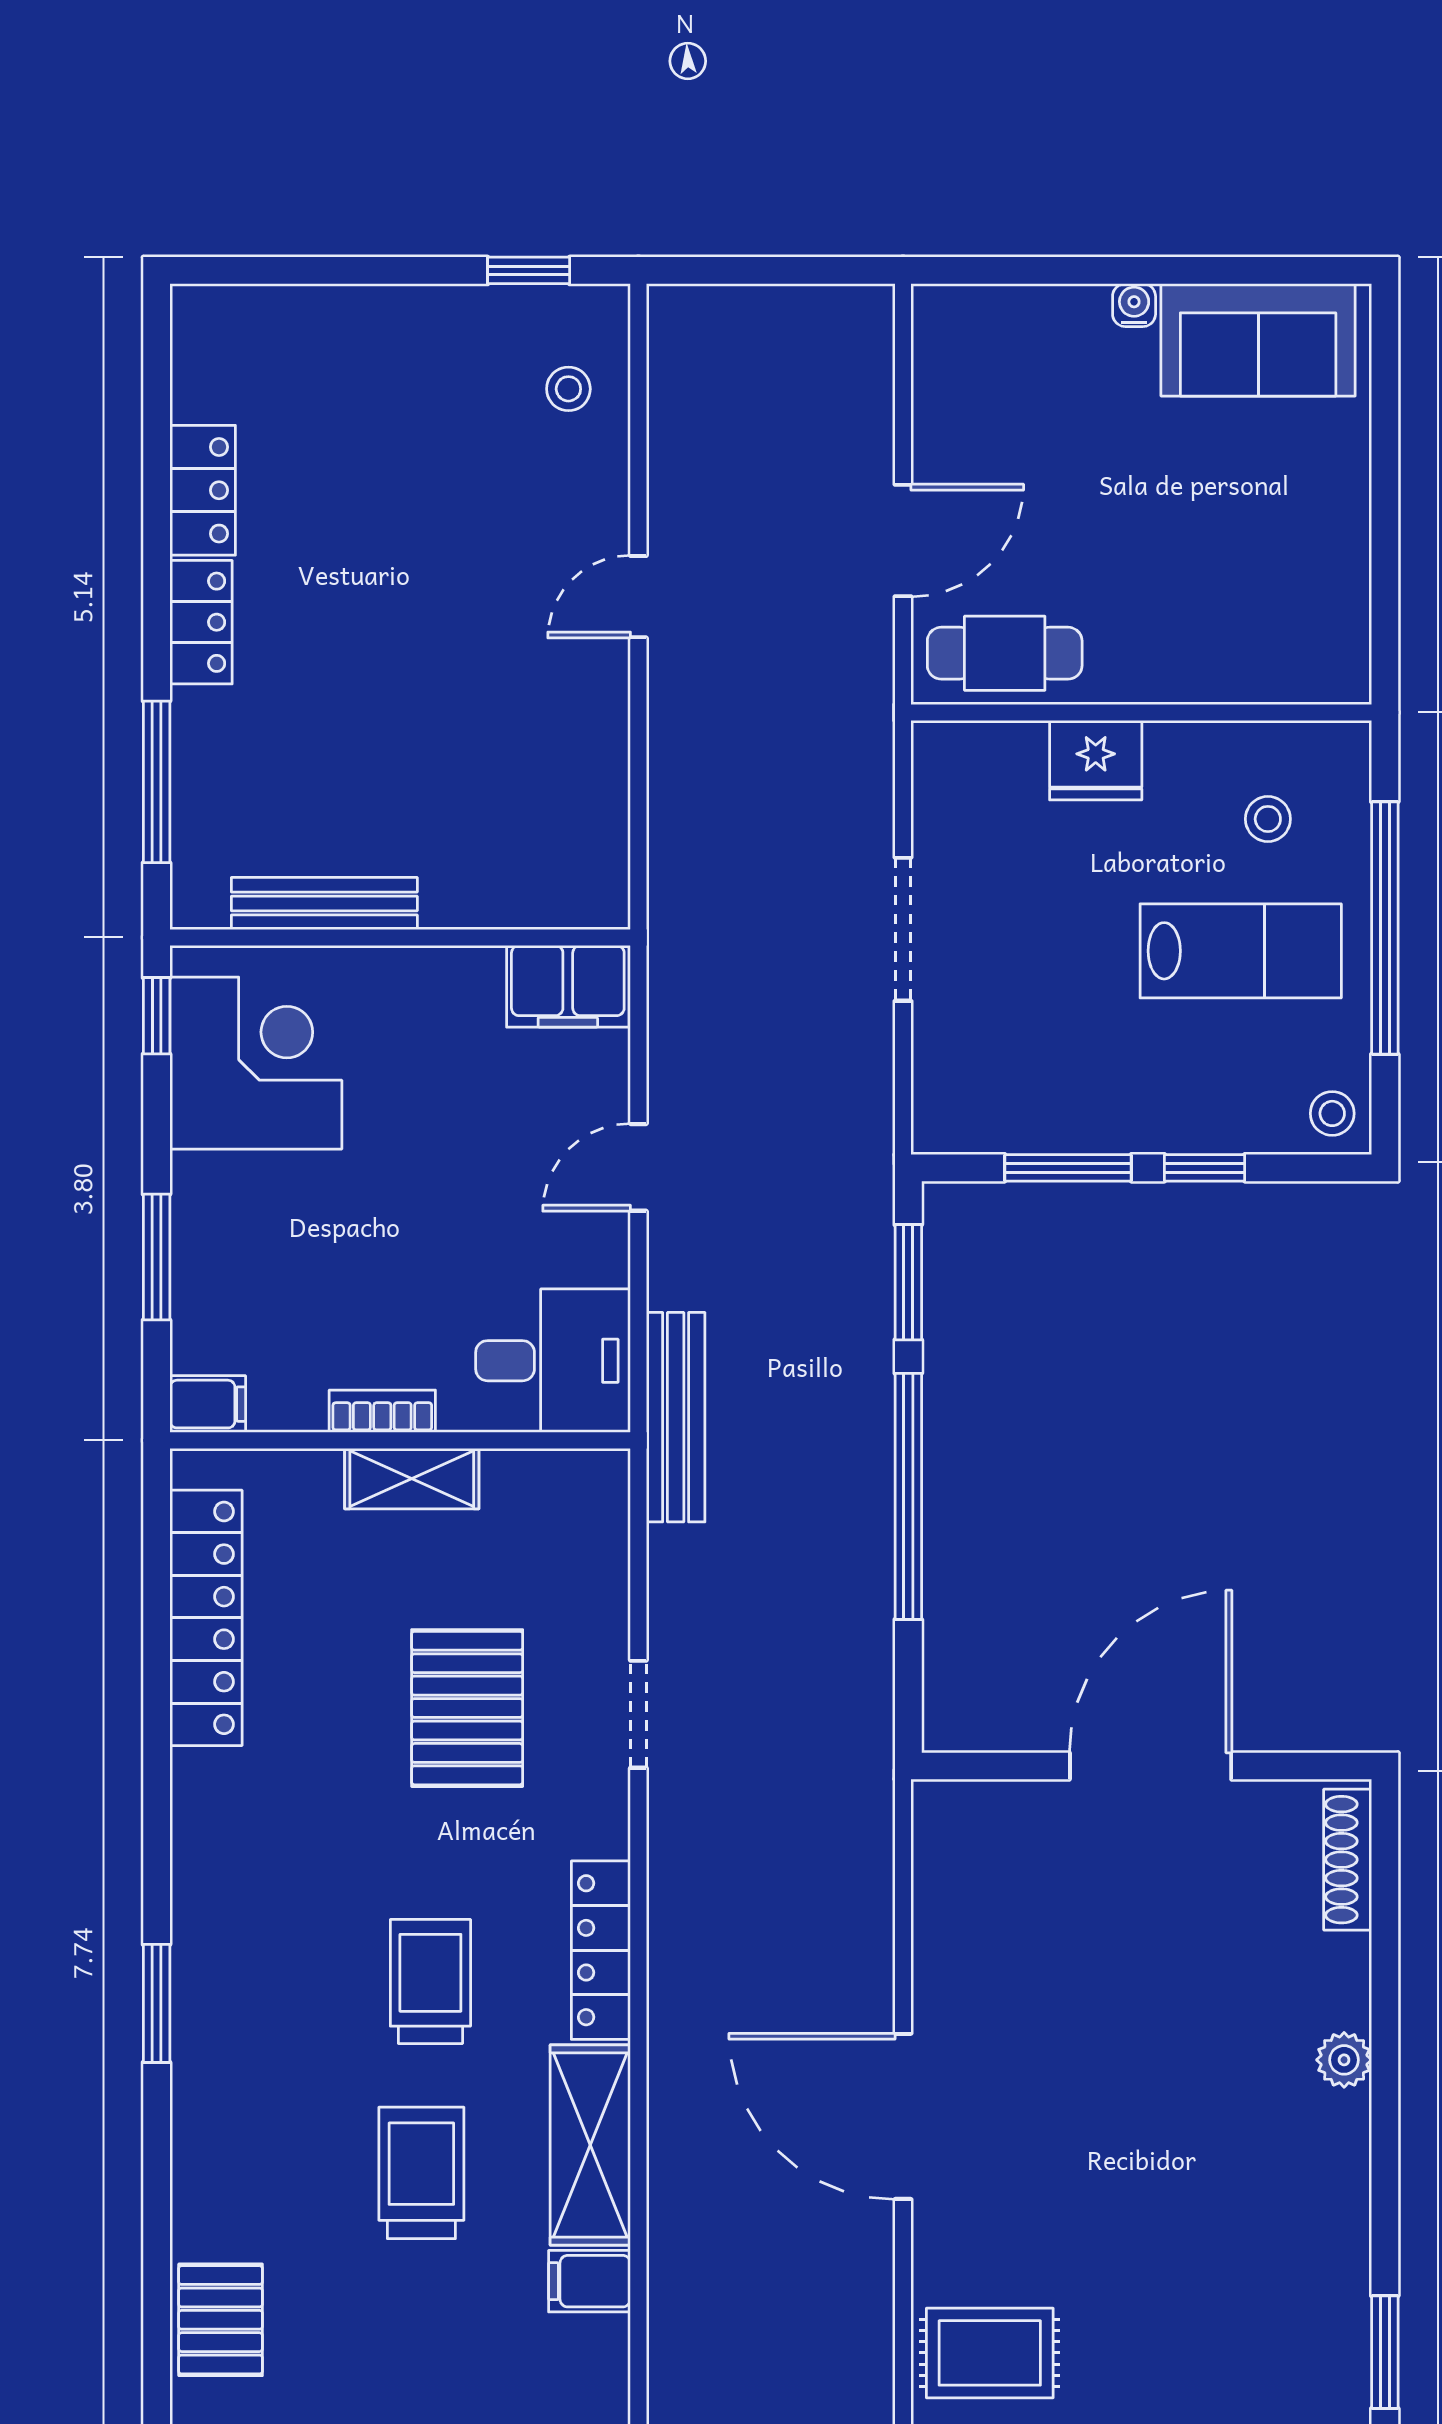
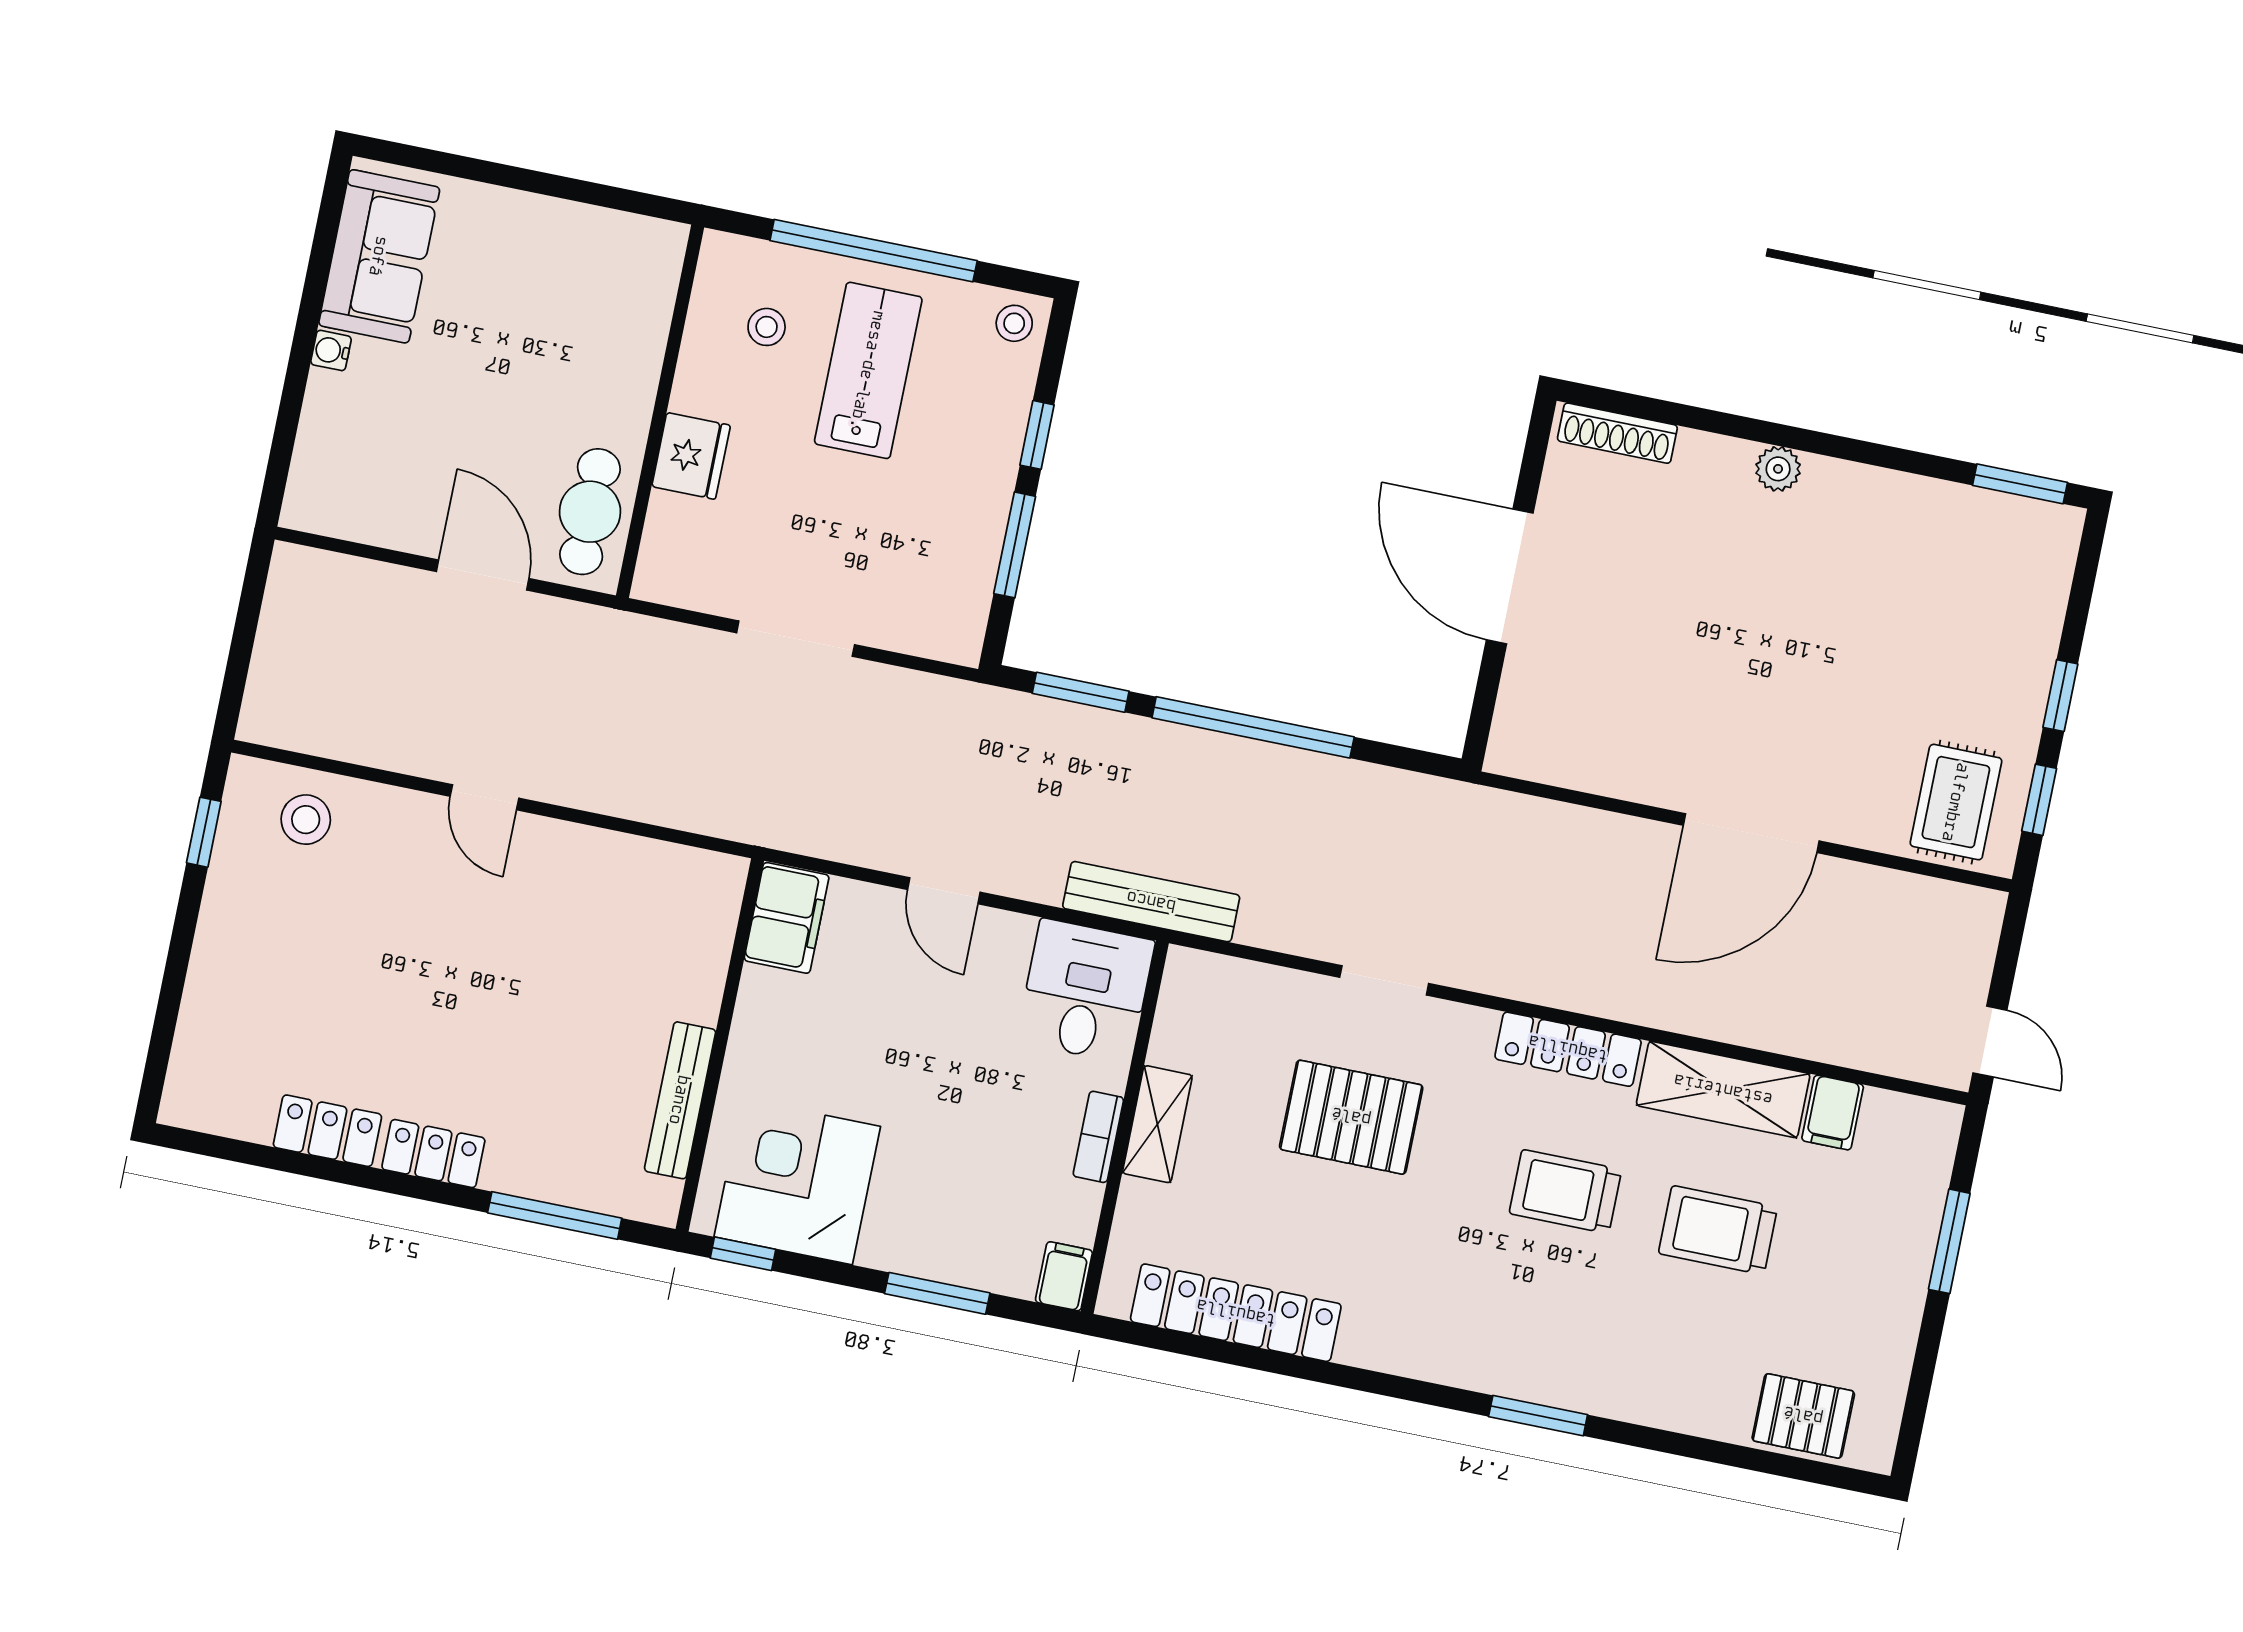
stool: (568, 389) -> (306, 820), width x1.37, depth x1.37

